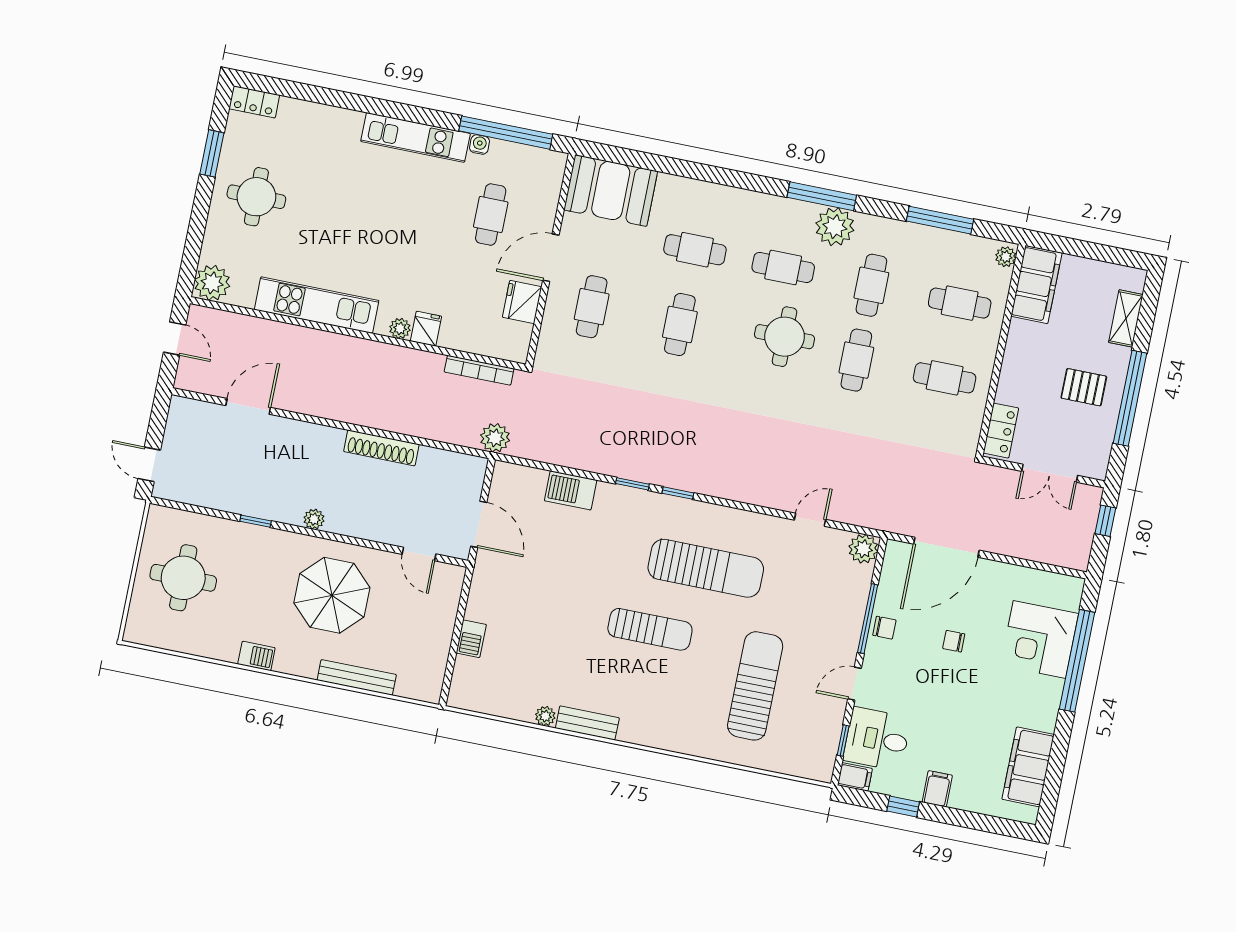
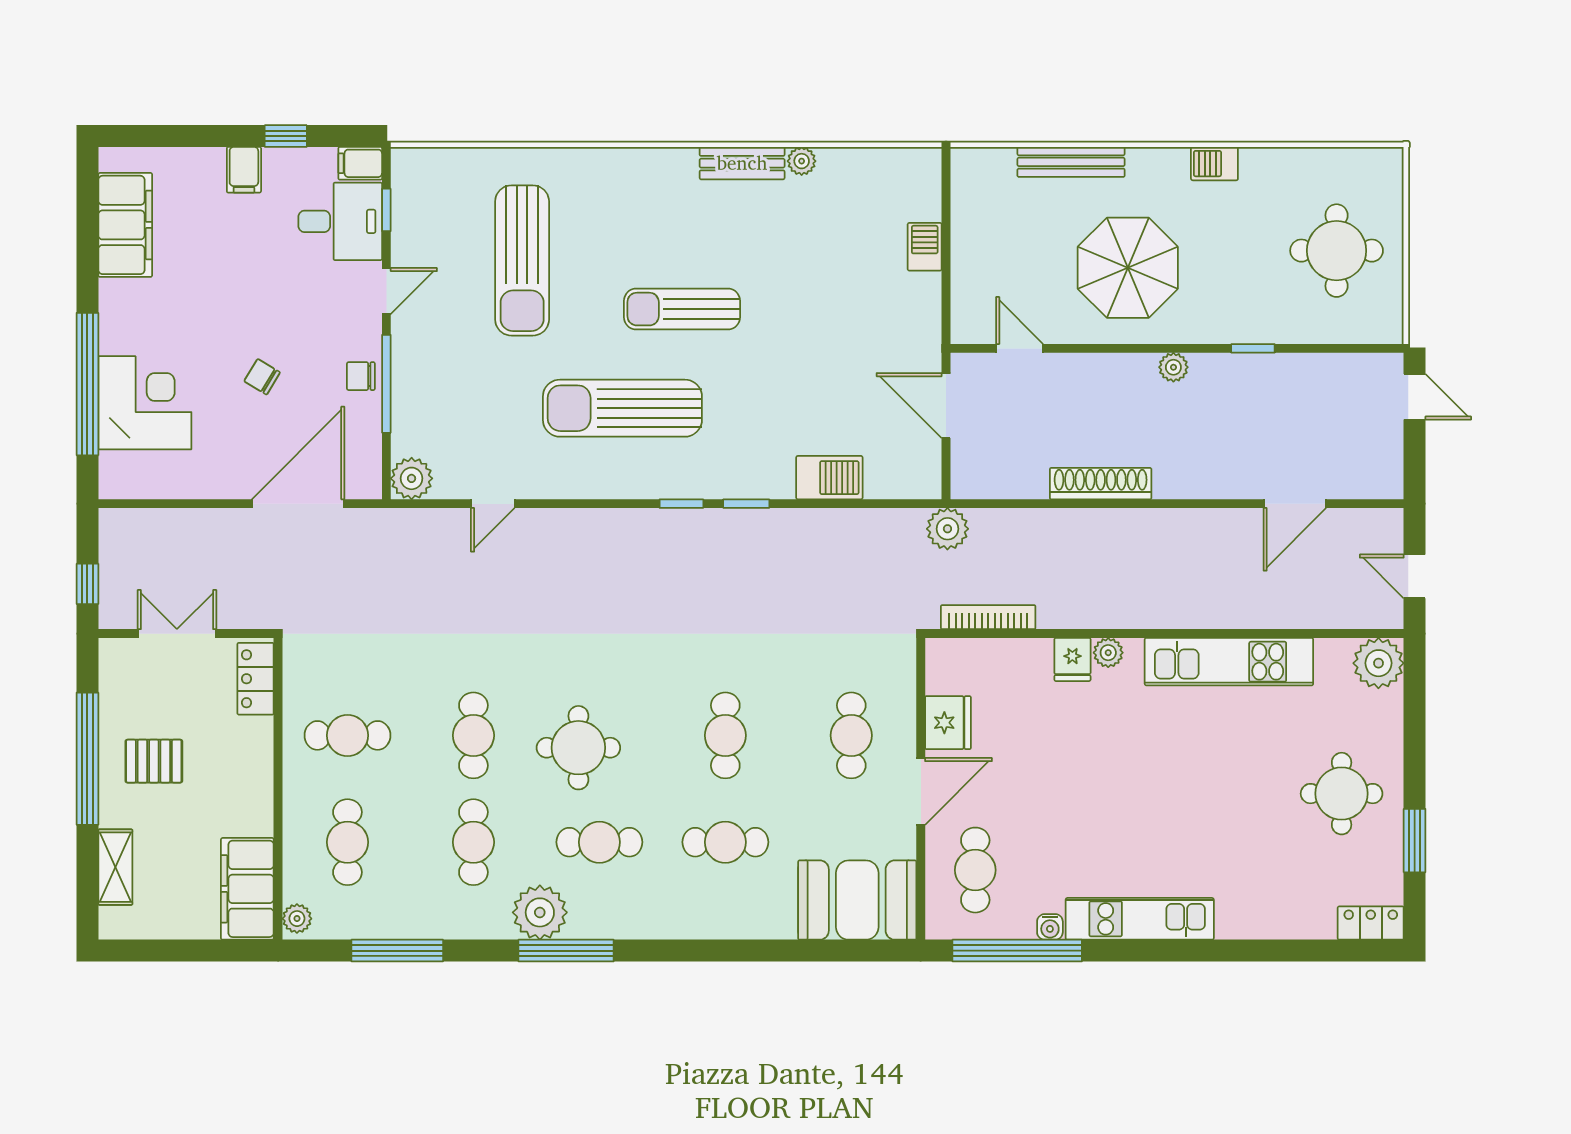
cafe table: (491, 214) -> (975, 870), moved
cafe table: (960, 303) -> (347, 842), turned 90
chair: (954, 641) -> (262, 377), turned -149

